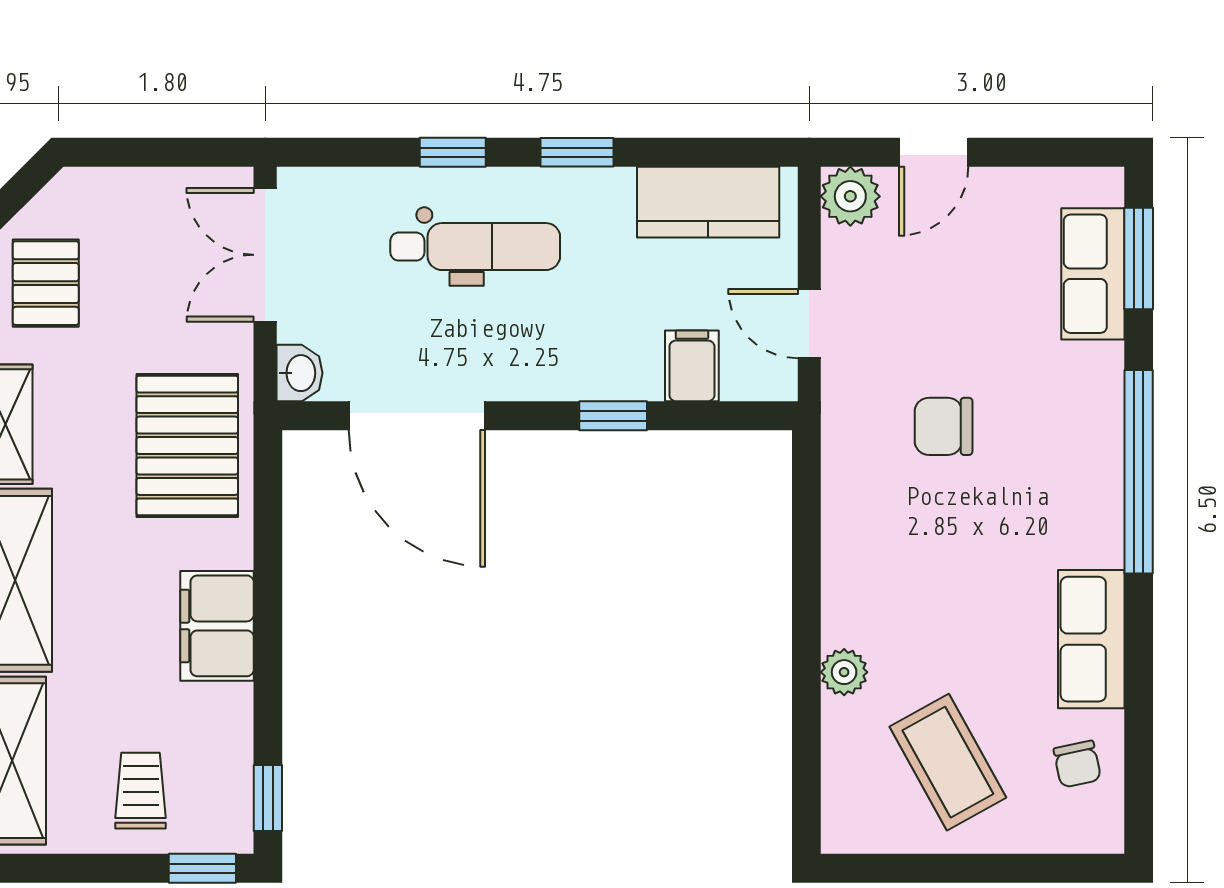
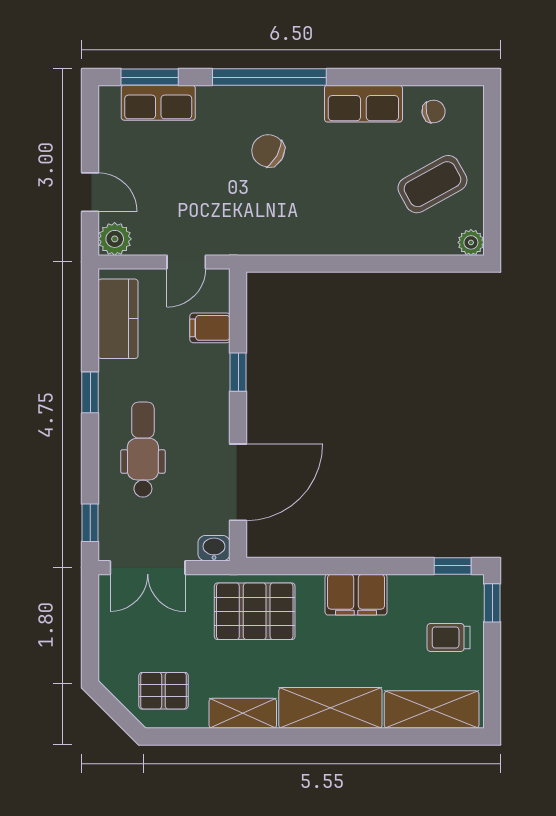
window: (453, 152) -> (90, 523), moved
chair: (944, 426) -> (268, 151), moved, turned 119
plant: (844, 672) -> (471, 242), moved

